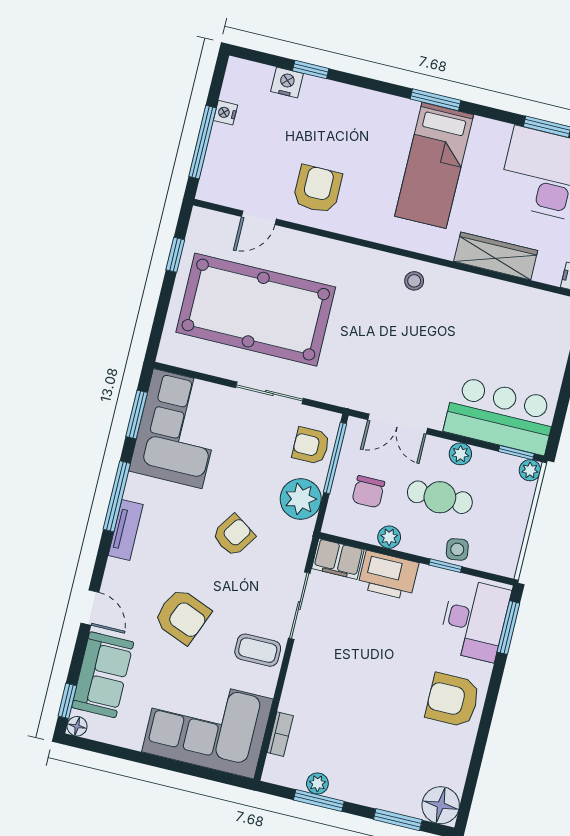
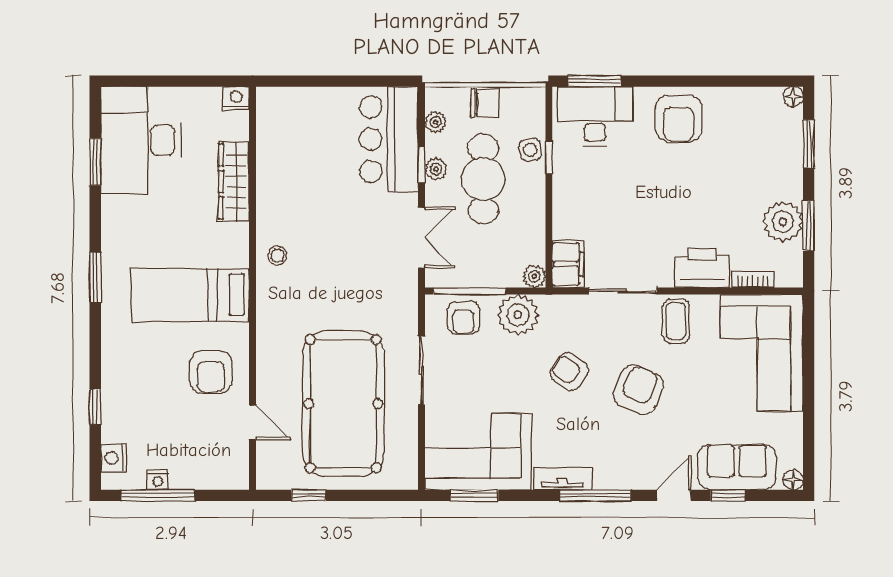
nightstand: (287, 82) -> (114, 458), moved
window: (203, 142) -> (158, 495), moved
bed: (434, 165) -> (190, 295), moved, turned 180
armchair: (317, 189) -> (211, 372), turned -90
window: (516, 453) -> (421, 165), moved
plant: (530, 470) -> (435, 122), moved
chair: (368, 492) -> (484, 103), moved
window: (117, 496) -> (595, 495), moved
cafe table: (440, 497) -> (483, 179), width x1.37, depth x1.35
tv unit: (126, 530) -> (563, 479), moved
plant: (389, 537) -> (534, 276), moved
printer: (388, 575) -> (702, 268), moved, turned -90
armchair: (182, 616) -> (638, 390), moved
window: (67, 701) -> (728, 495), moved
plant: (317, 783) -> (783, 222), width x1.88, depth x1.88
floor lamp: (441, 805) -> (793, 97), width x0.53, depth x0.53

